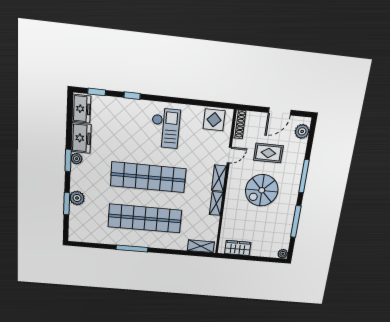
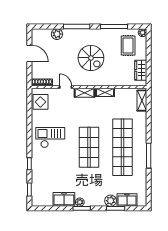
freezer: (81, 109) -> (127, 200), moved
plant: (302, 131) -> (57, 34), moved
rug: (268, 153) -> (128, 46), moved
shop shelf: (148, 177) -> (89, 147), width x0.71

